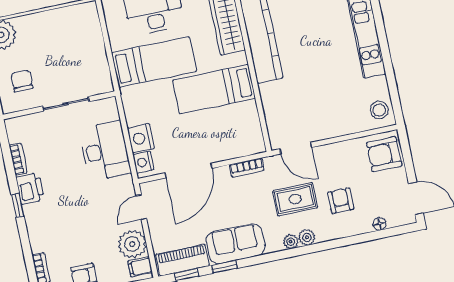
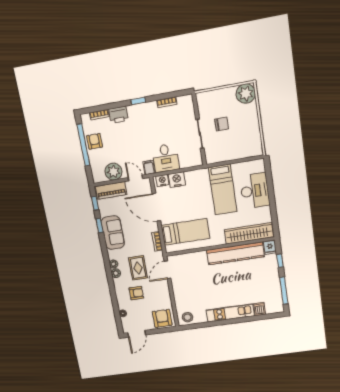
chair: (22, 81) -> (222, 124), moved
bed: (214, 89) -> (185, 232), moved, turned 90
desk: (105, 151) -> (166, 158), width x0.73
printer: (30, 188) -> (118, 115), moved
piano: (183, 260) -> (111, 190), moved, turned 90
filing cabinet: (140, 267) -> (149, 168), moved

